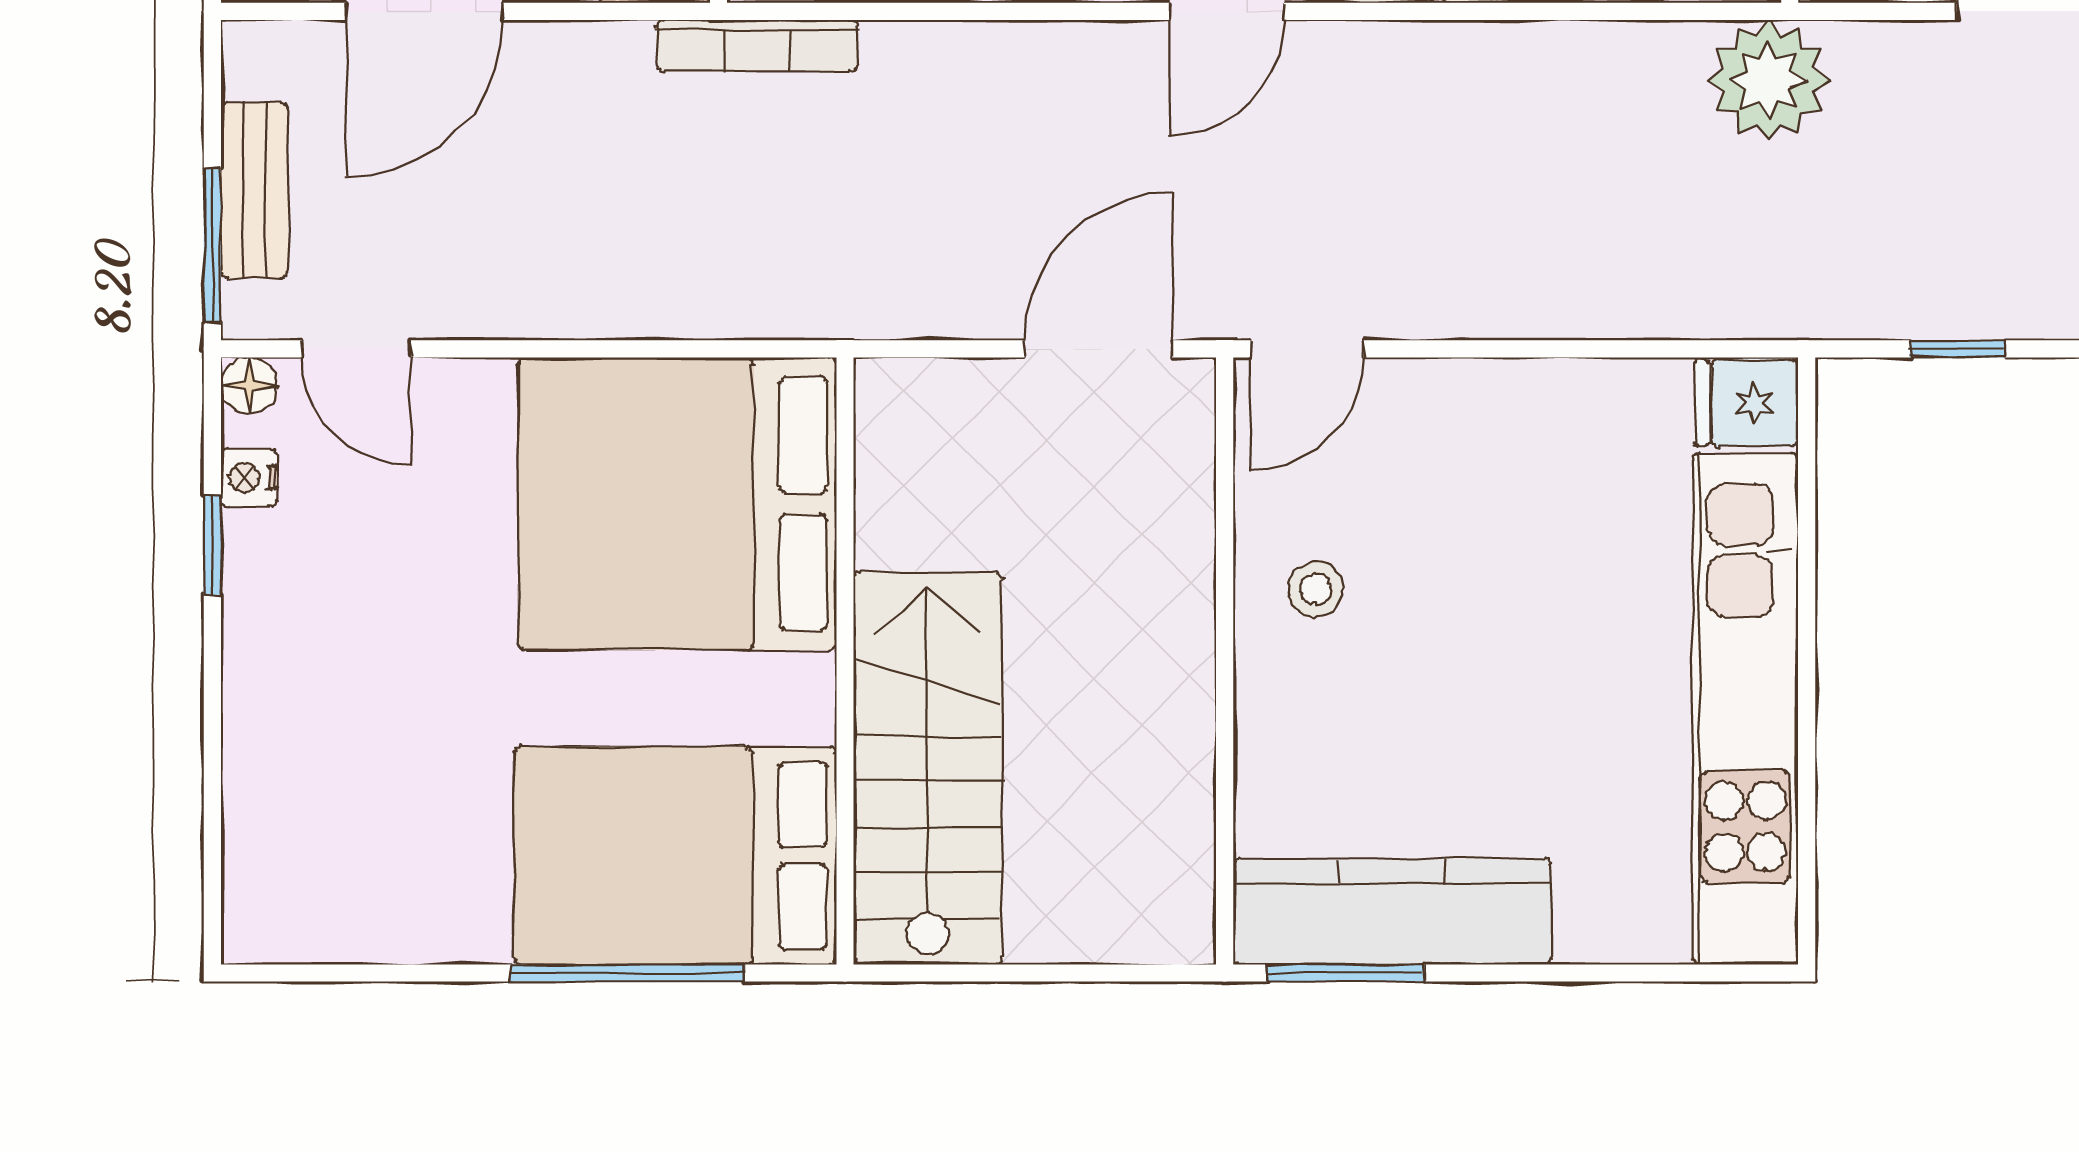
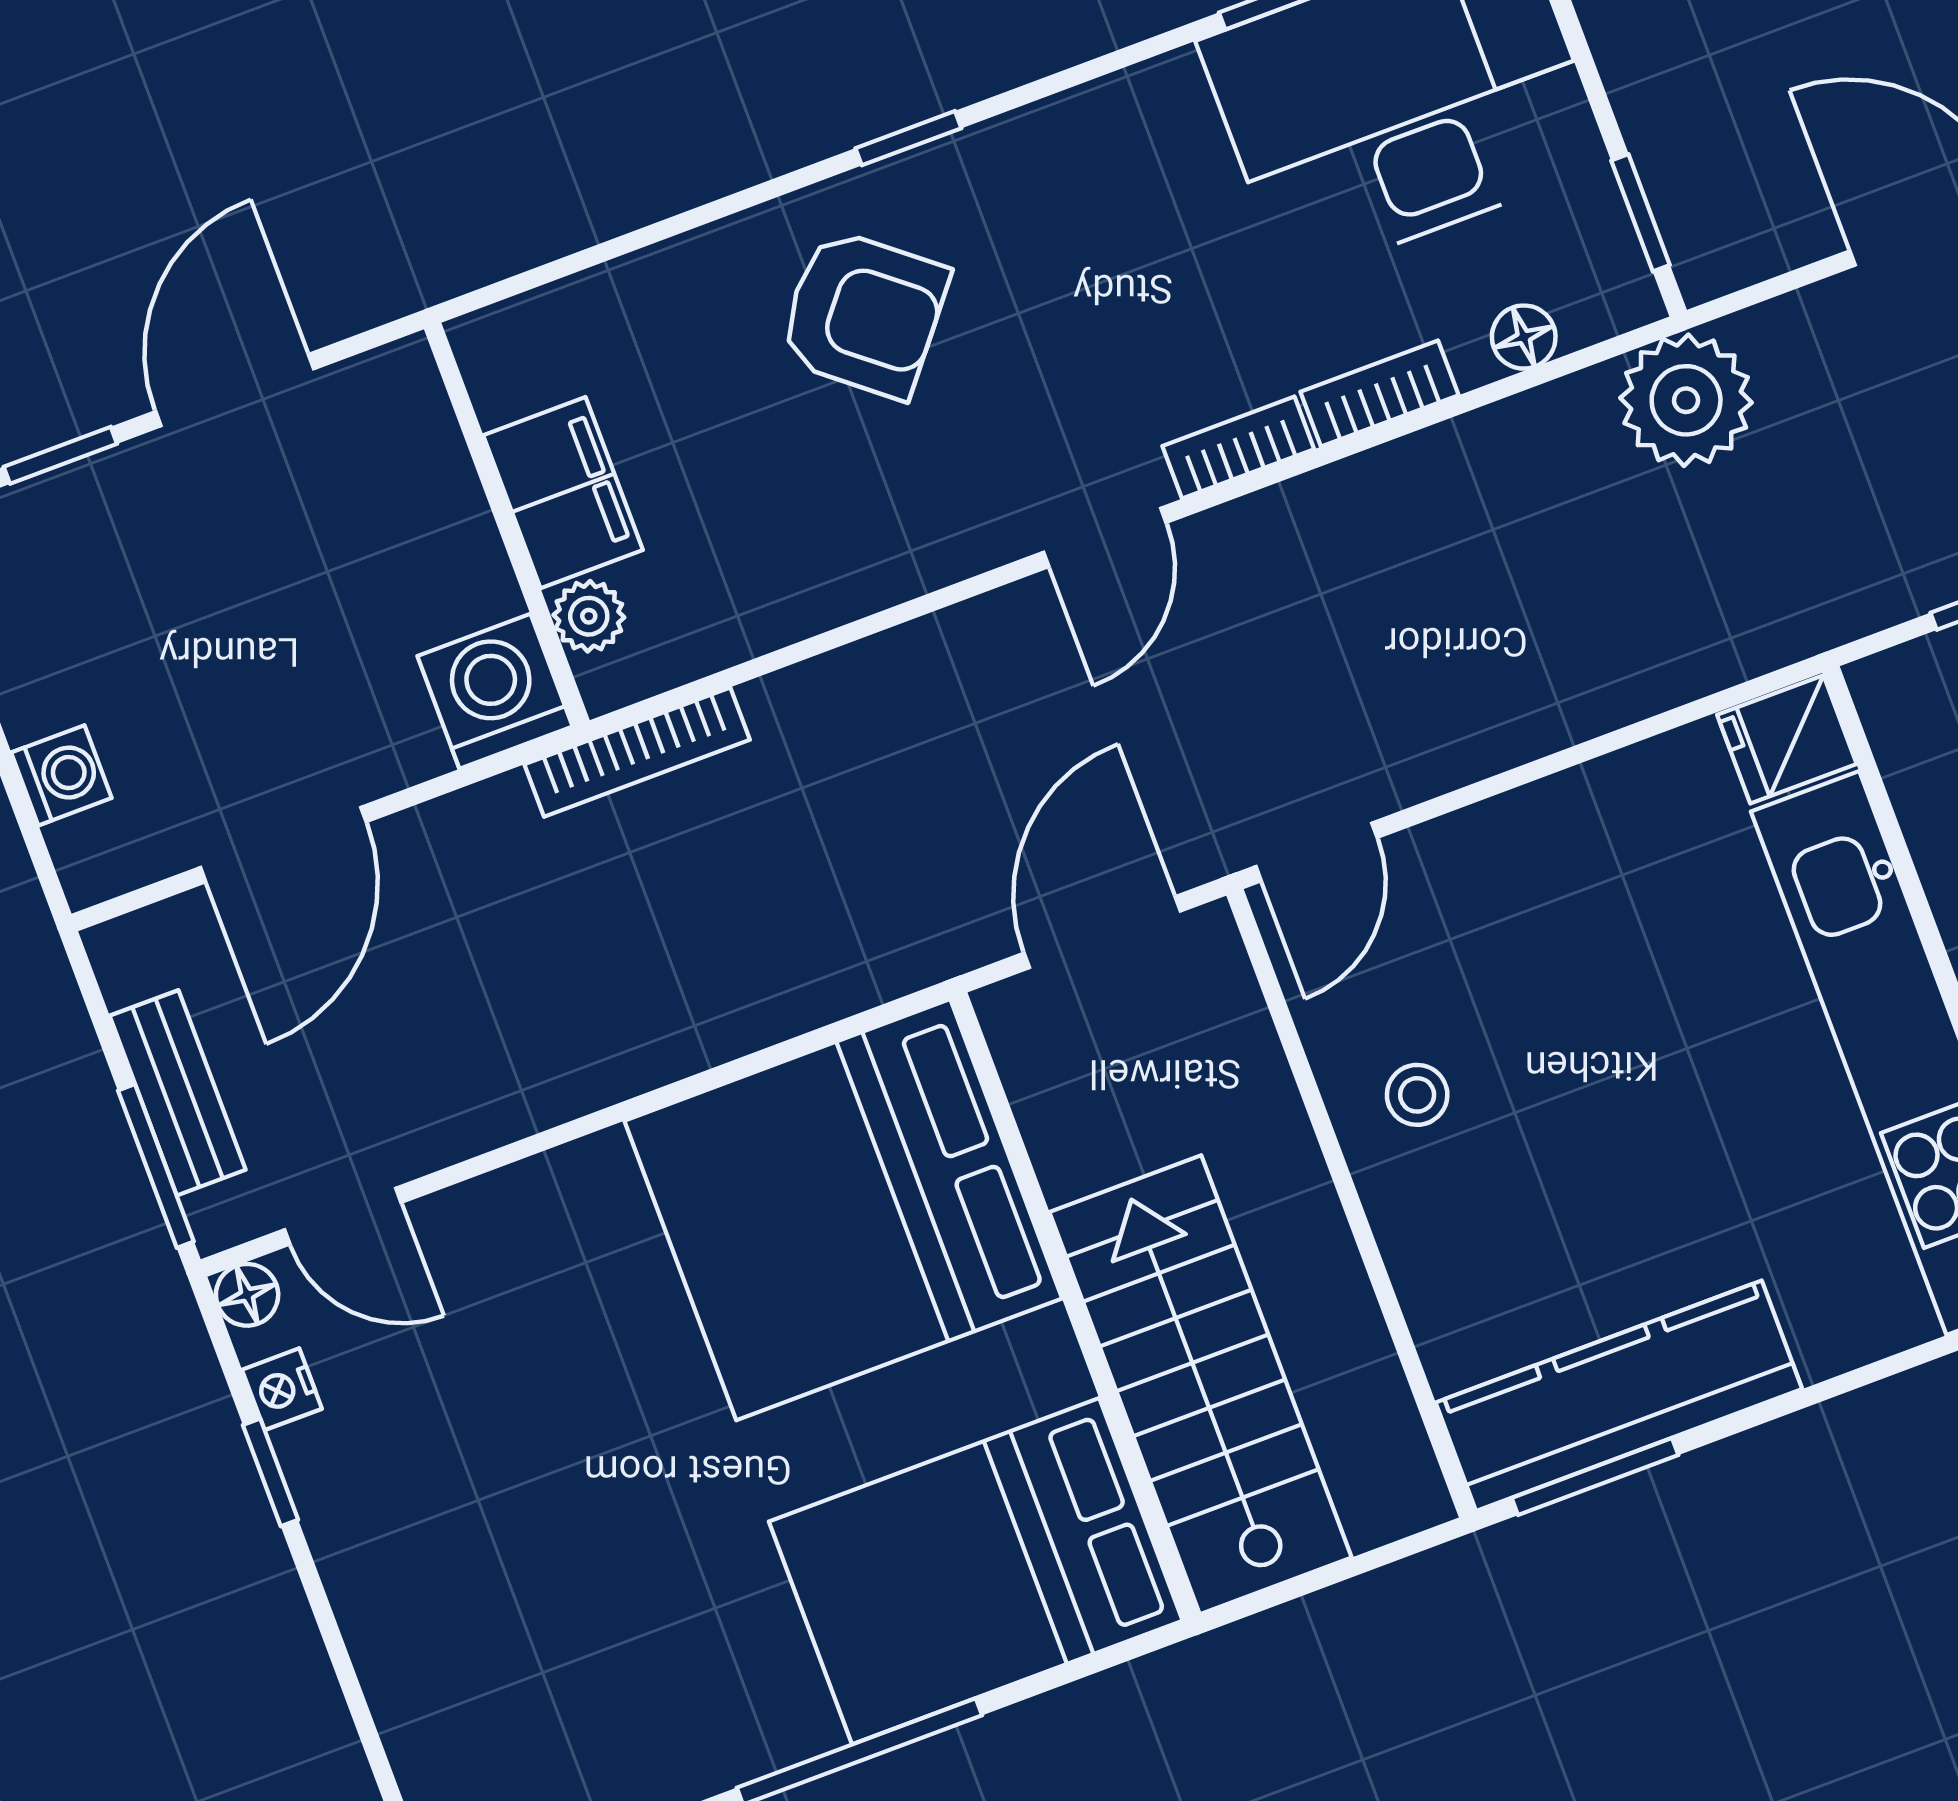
bed: (678, 504) -> (843, 1210), moved
wall: (845, 661) -> (1075, 1307), moved
stairs: (928, 768) -> (1200, 1385), moved
bed: (675, 856) -> (976, 1571), moved

